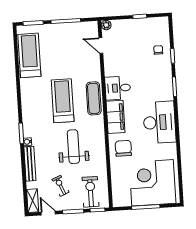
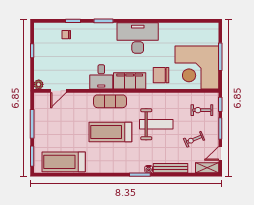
weight bench: (73, 147) -> (156, 124), turned 180
corner desk: (152, 183) -> (197, 68), moved
exercise bike: (91, 192) -> (202, 110), width x0.73, depth x0.72

